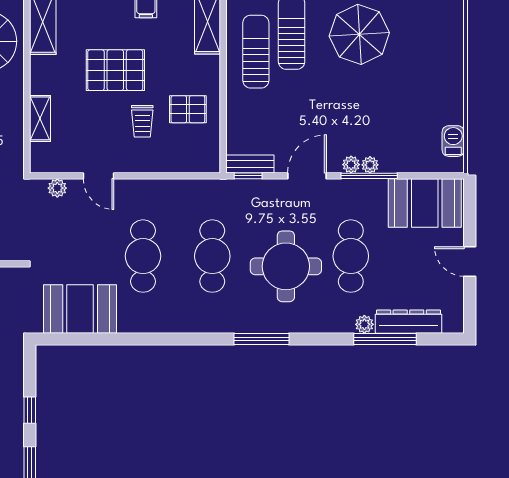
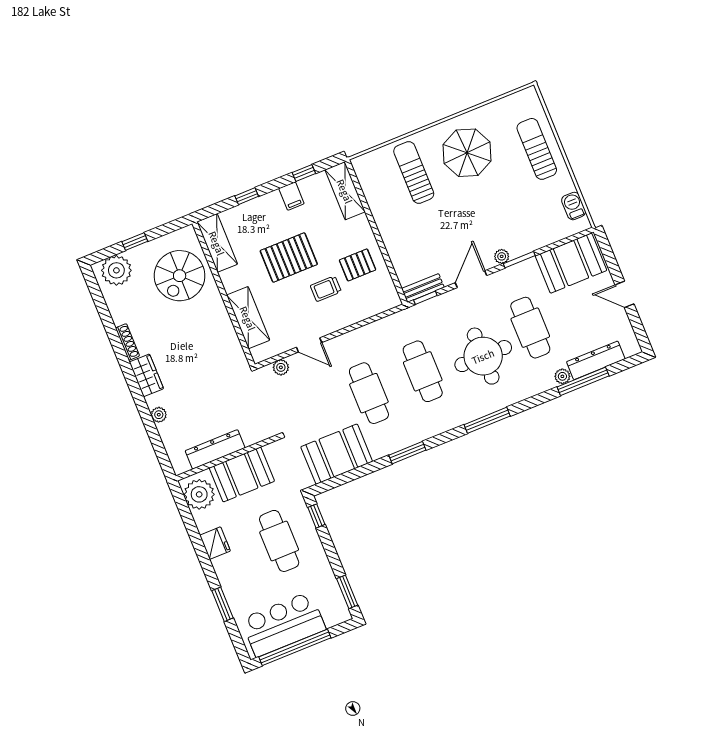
sun lounger: (256, 52) -> (537, 149), moved
shelving: (40, 118) -> (248, 318), width x1.50, depth x1.33
trolley: (142, 121) -> (326, 289), turned 90
plant: (370, 165) -> (516, 251), removed
window: (369, 176) -> (519, 260), width x0.69
window: (159, 339) -> (407, 453), added
window: (30, 410) -> (316, 516), moved

